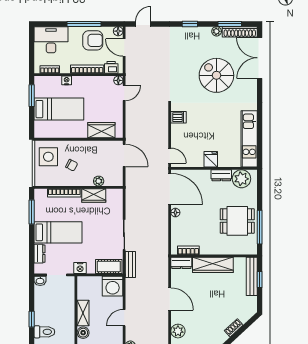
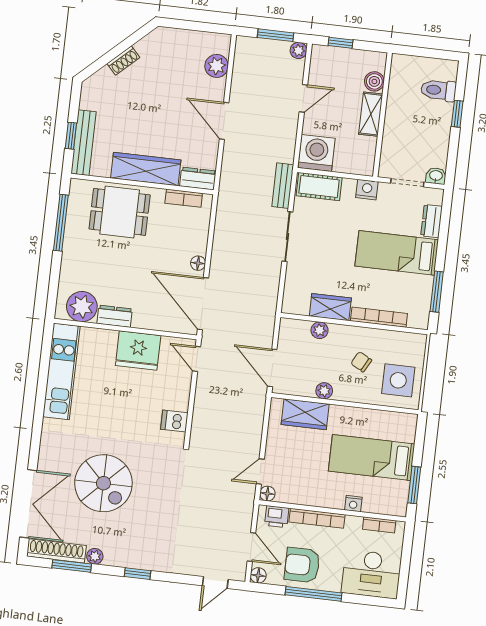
plant: (92, 145) -> (324, 391), added
fridge: (211, 159) -> (138, 350), width x1.88, depth x1.34
dining table: (237, 221) -> (120, 212), moved

